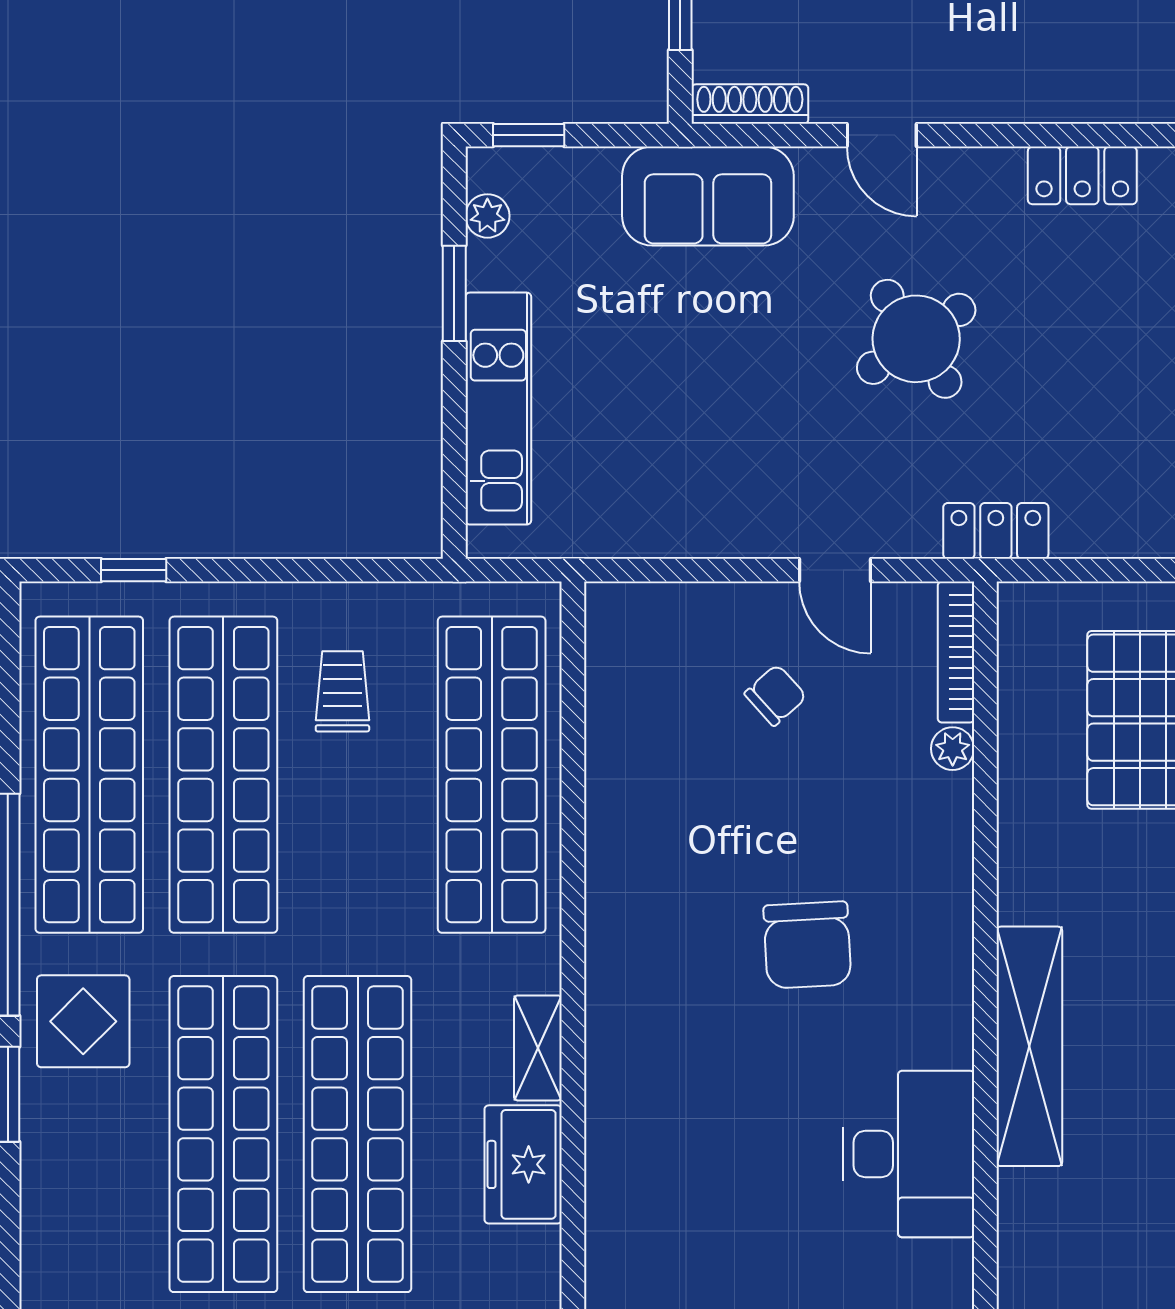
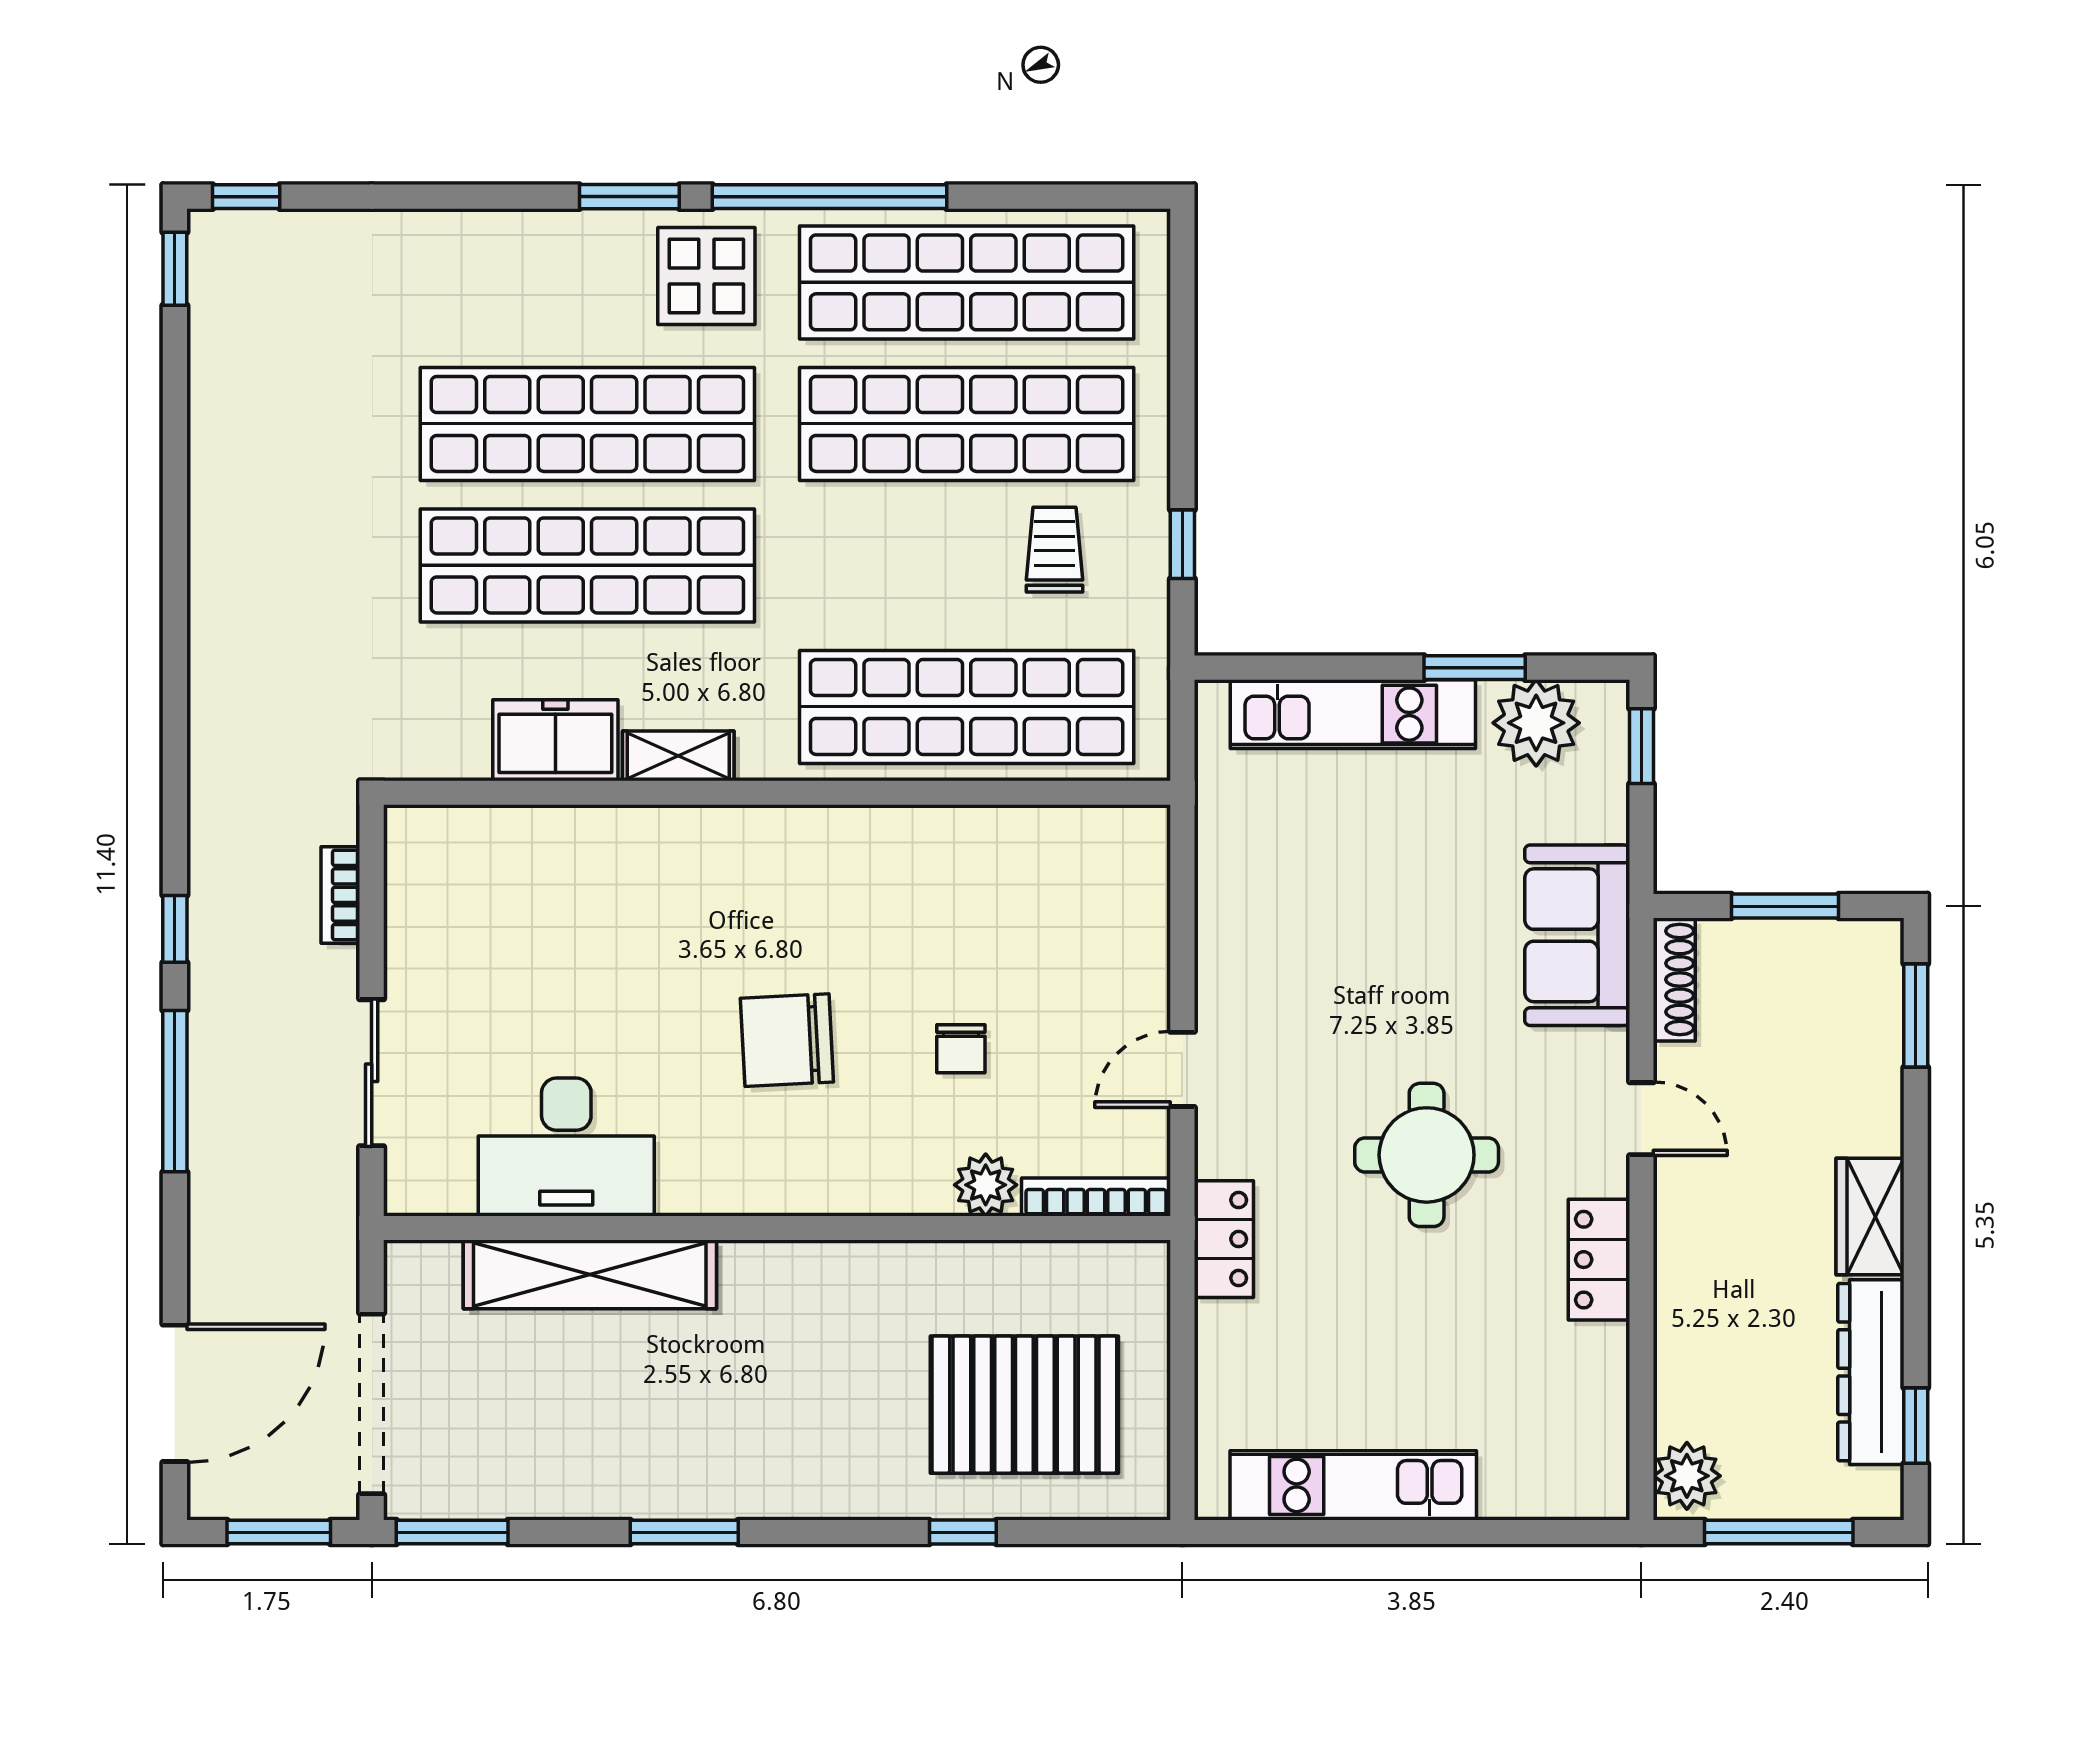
door: (882, 135) -> (1641, 1119), swing flipped
locker: (1082, 175) -> (1599, 1260), moved
plant: (487, 216) -> (1536, 723), width x1.87, depth x1.87
round table: (916, 339) -> (1427, 1155), turned 34
window: (134, 570) -> (1182, 544), moved
trolley: (342, 691) -> (1055, 550), turned -90
chair: (775, 695) -> (961, 1049), moved, turned 42
plant: (953, 749) -> (986, 1185), width x1.38, depth x1.38
shelving: (1029, 1046) -> (590, 1274), moved

